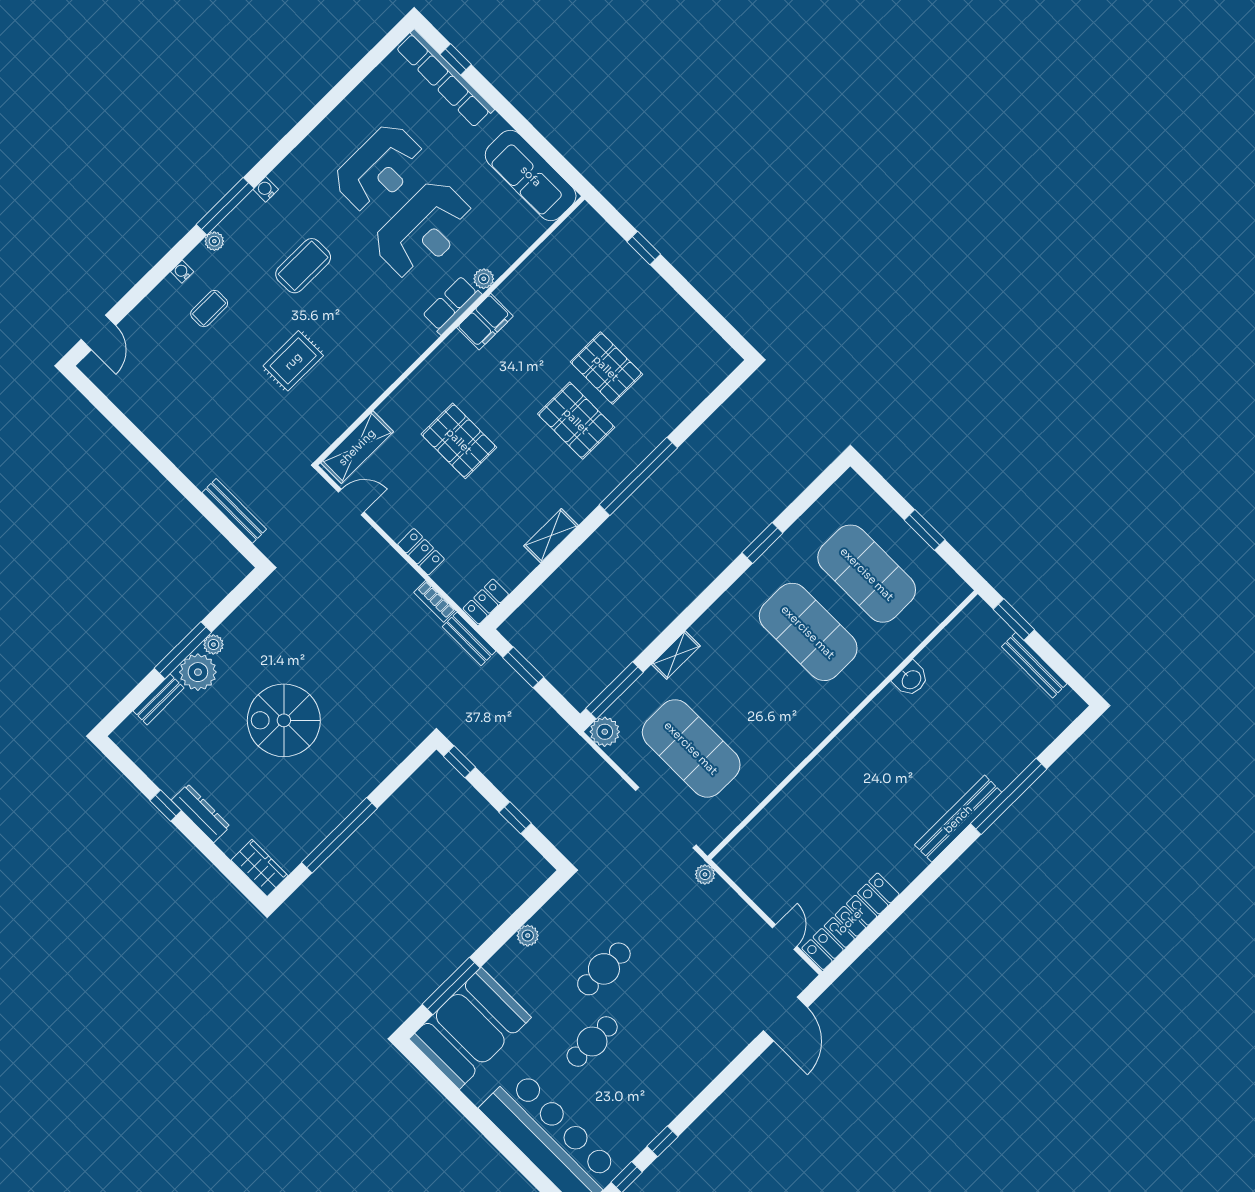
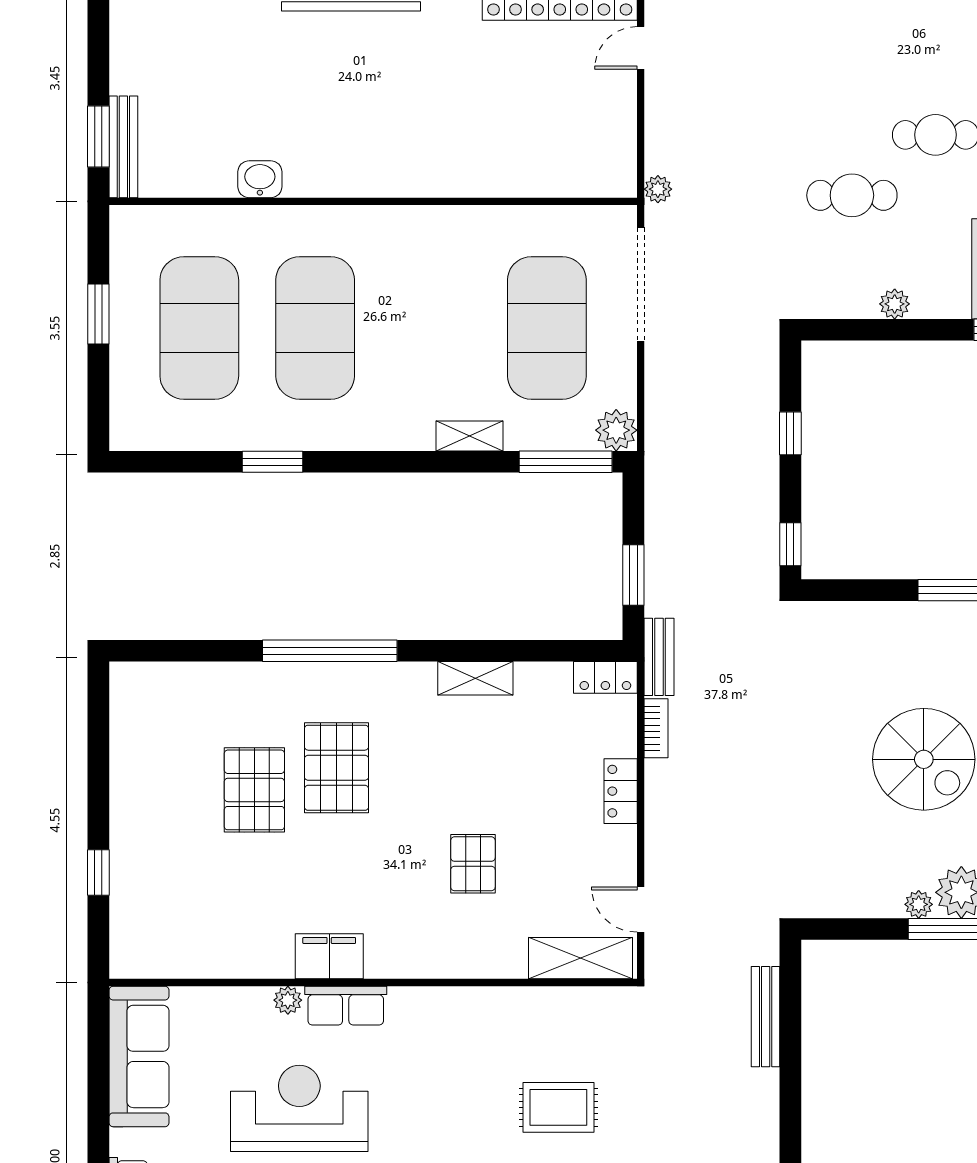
pallet: (459, 441) -> (473, 864), width x0.67, depth x0.71
bench: (1034, 665) -> (123, 147), moved

